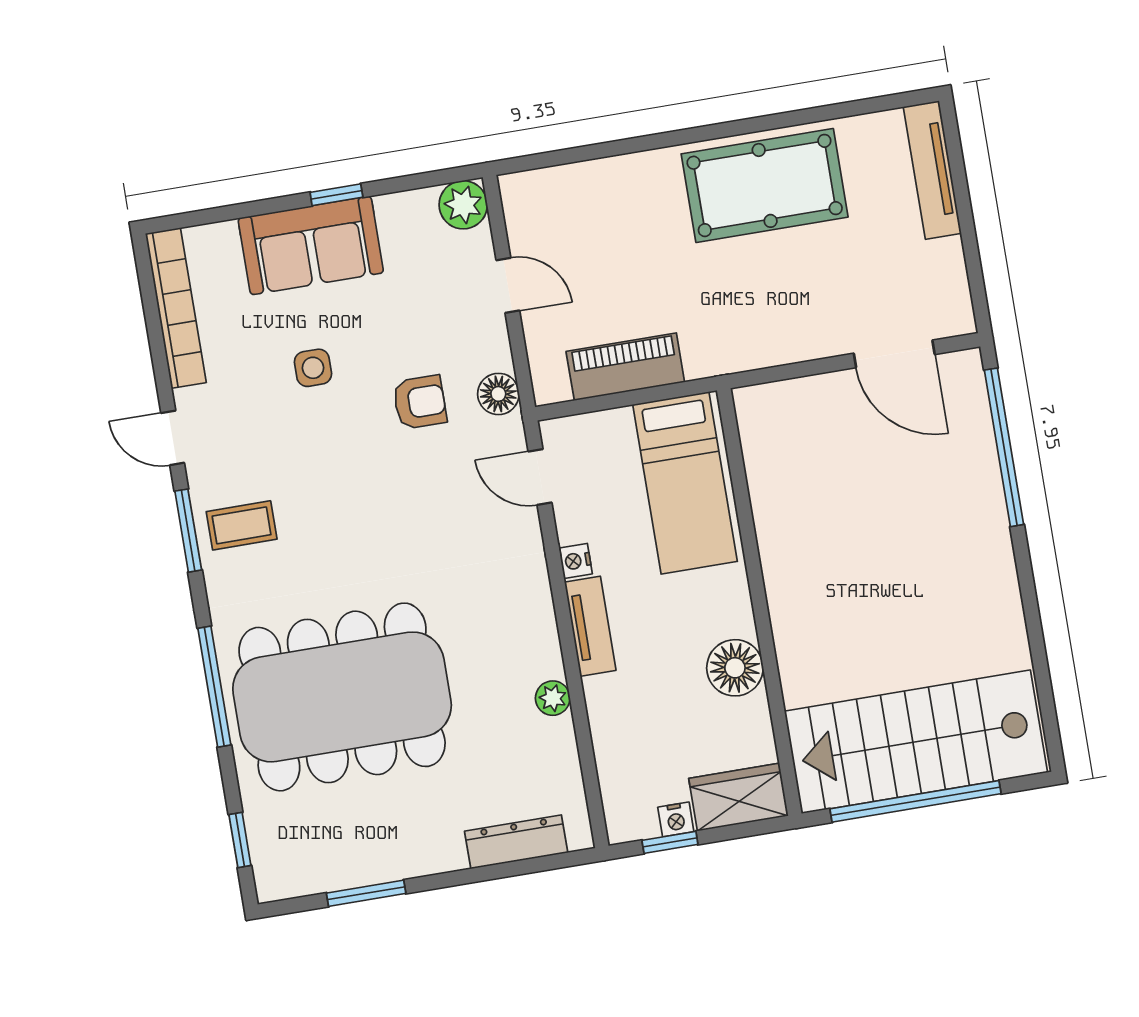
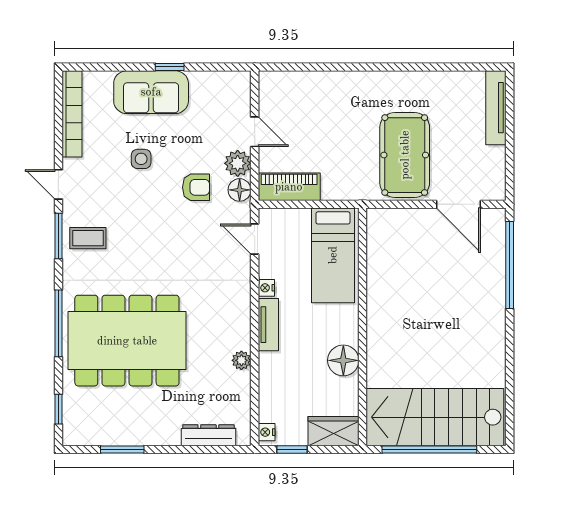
pool table: (765, 185) -> (405, 155), moved, turned 90
plant: (463, 205) -> (238, 163), moved
piano: (625, 367) -> (289, 187), moved
nightstand: (676, 819) -> (267, 432), moved, turned 90

